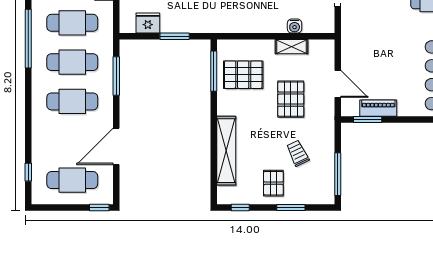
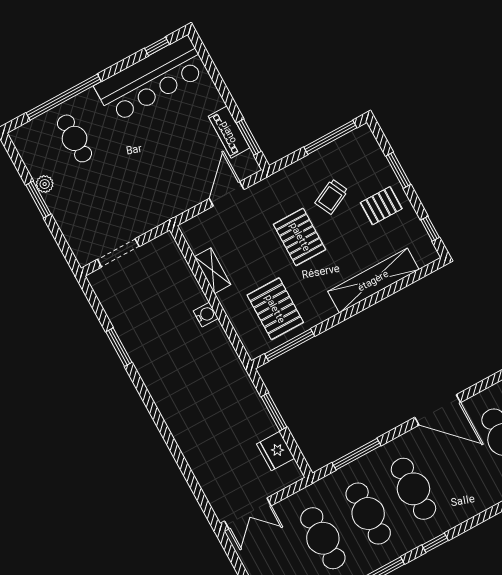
water cooler: (295, 26) -> (206, 315), moved
window: (28, 96) -> (435, 543), added
pallet: (291, 99) -> (300, 237), moved, turned 90

